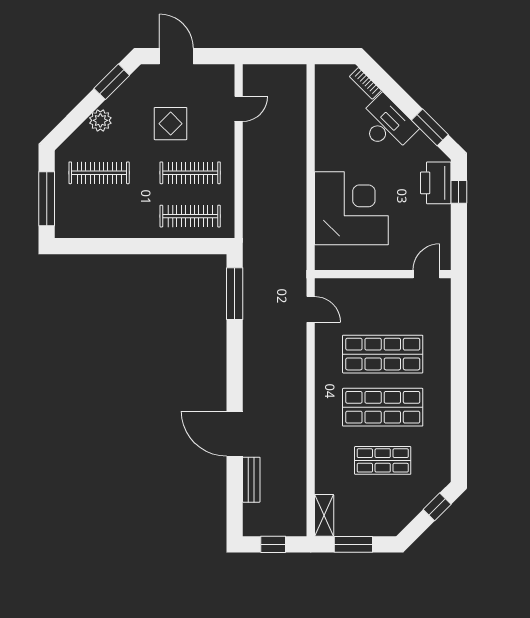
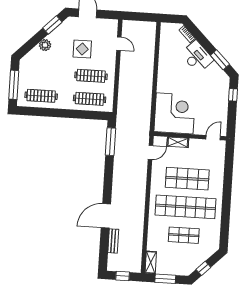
door: (239, 109) -> (119, 44), hinge flipped
clothes rail: (99, 173) -> (41, 96), moved
printer: (436, 183) -> (221, 89), removed
corner desk: (351, 208) -> (175, 113), moved
shelving: (361, 287) -> (178, 142), added
door: (311, 309) -> (150, 152), hinge flipped
shop shelf: (383, 407) -> (185, 207), width x1.40
door: (235, 434) -> (106, 216), hinge flipped
window: (437, 507) -> (203, 268), moved

